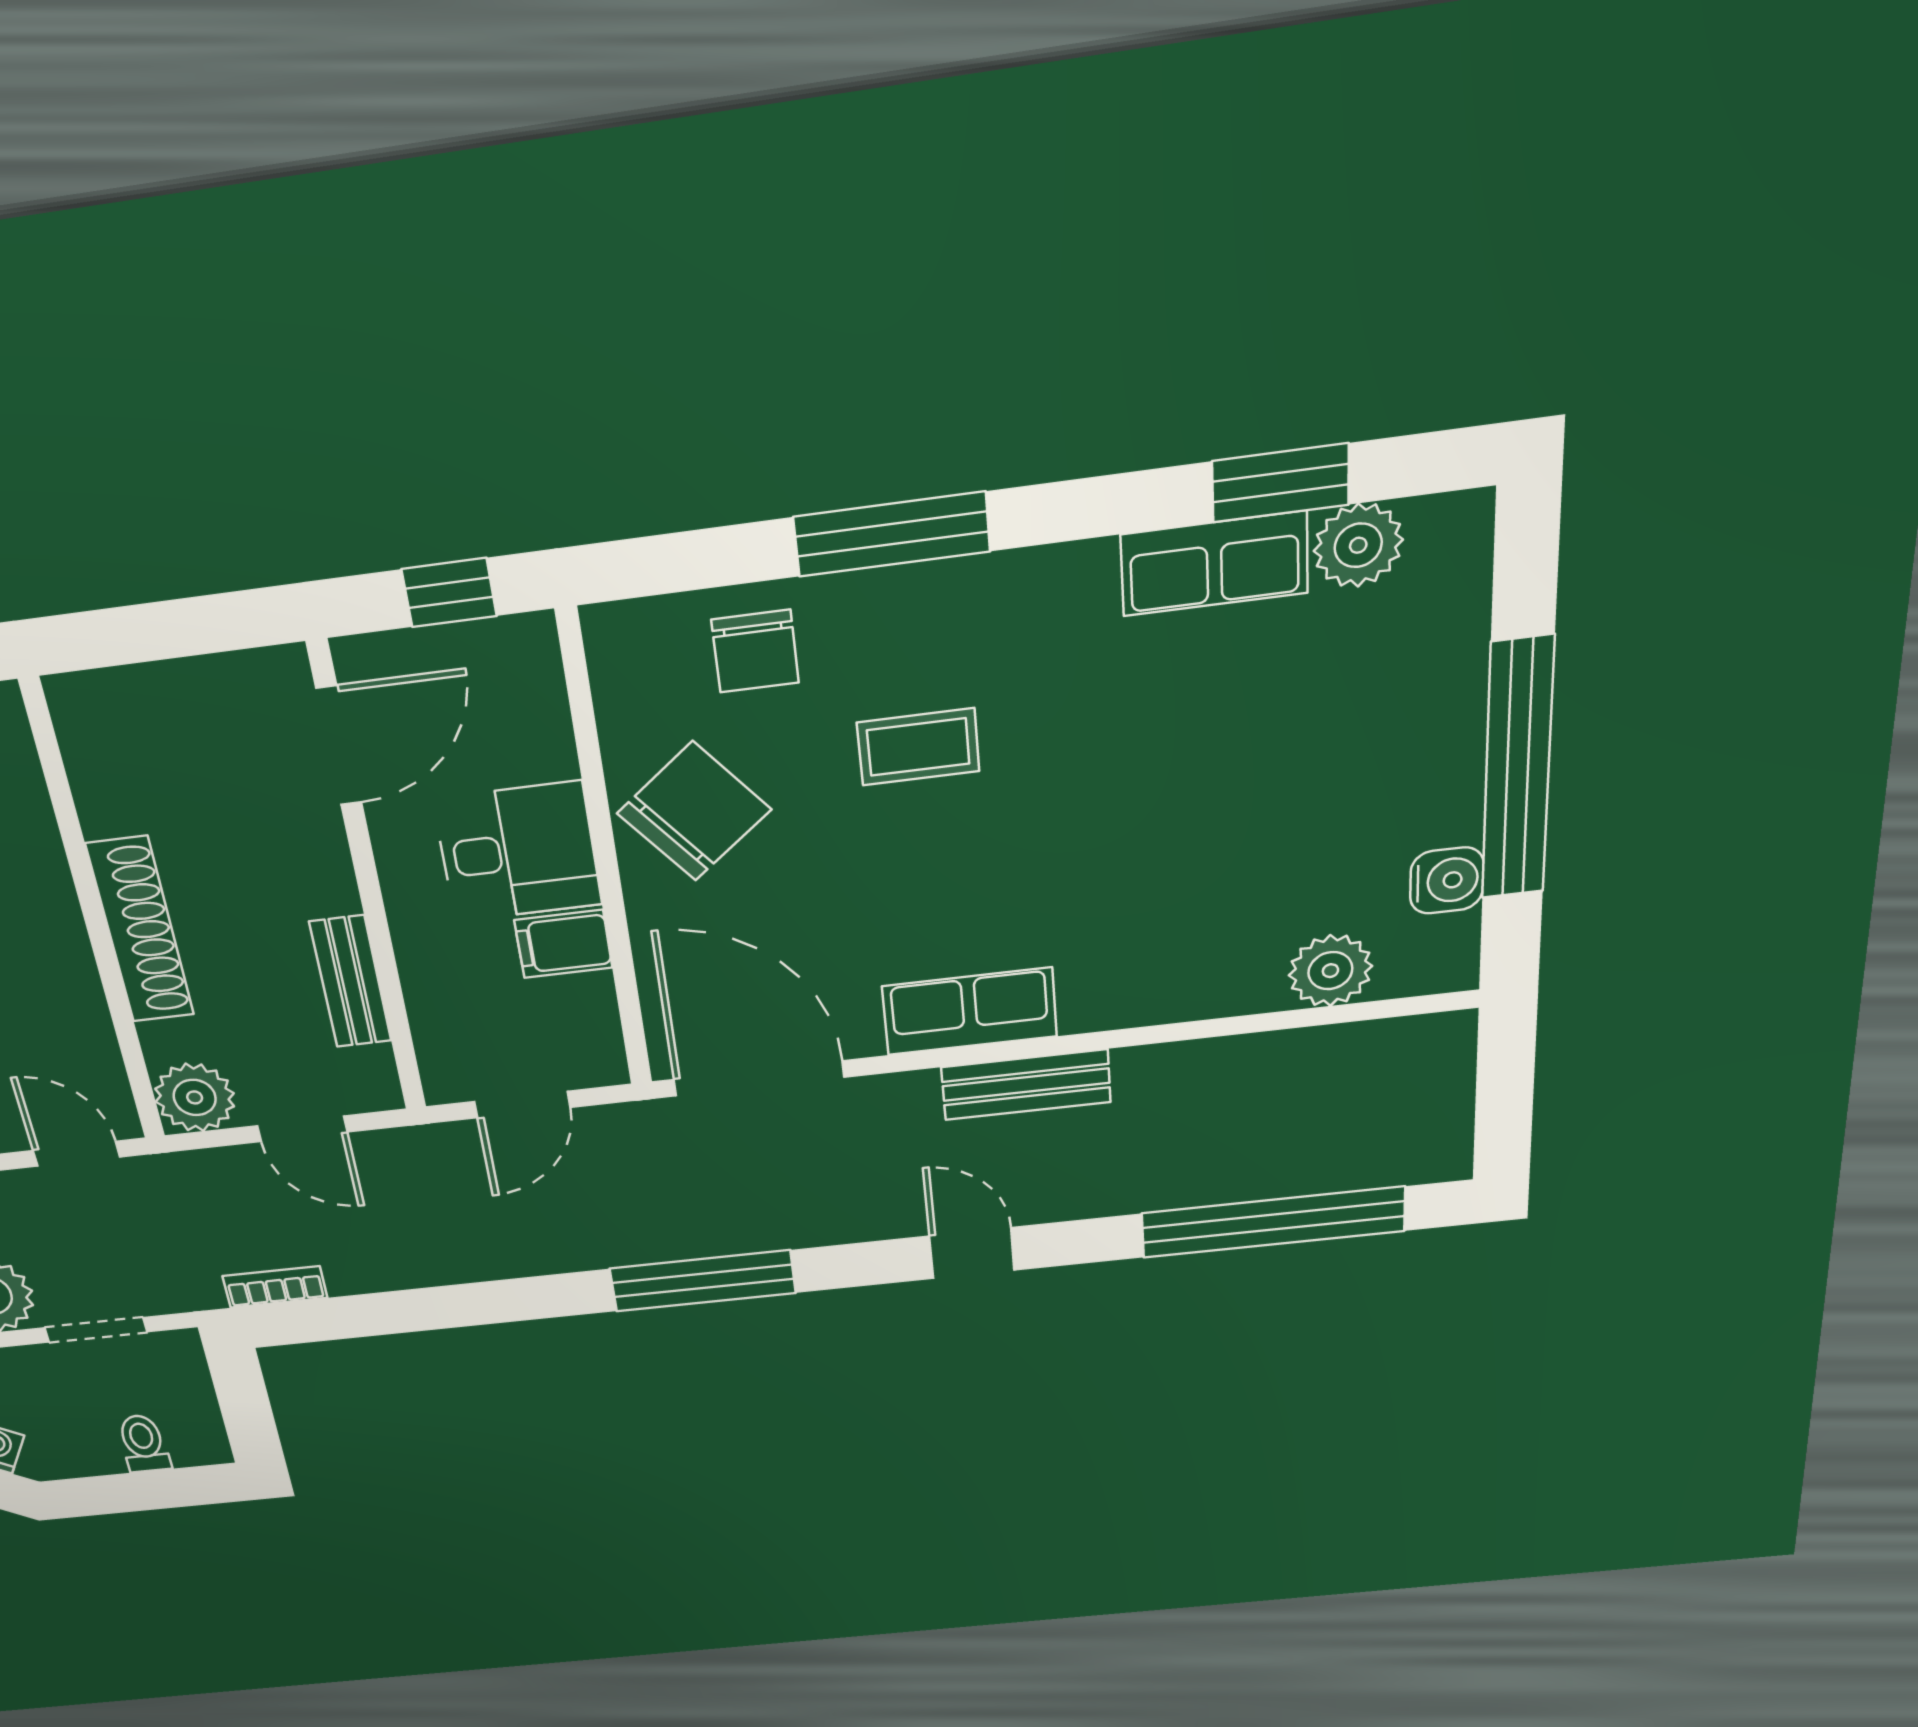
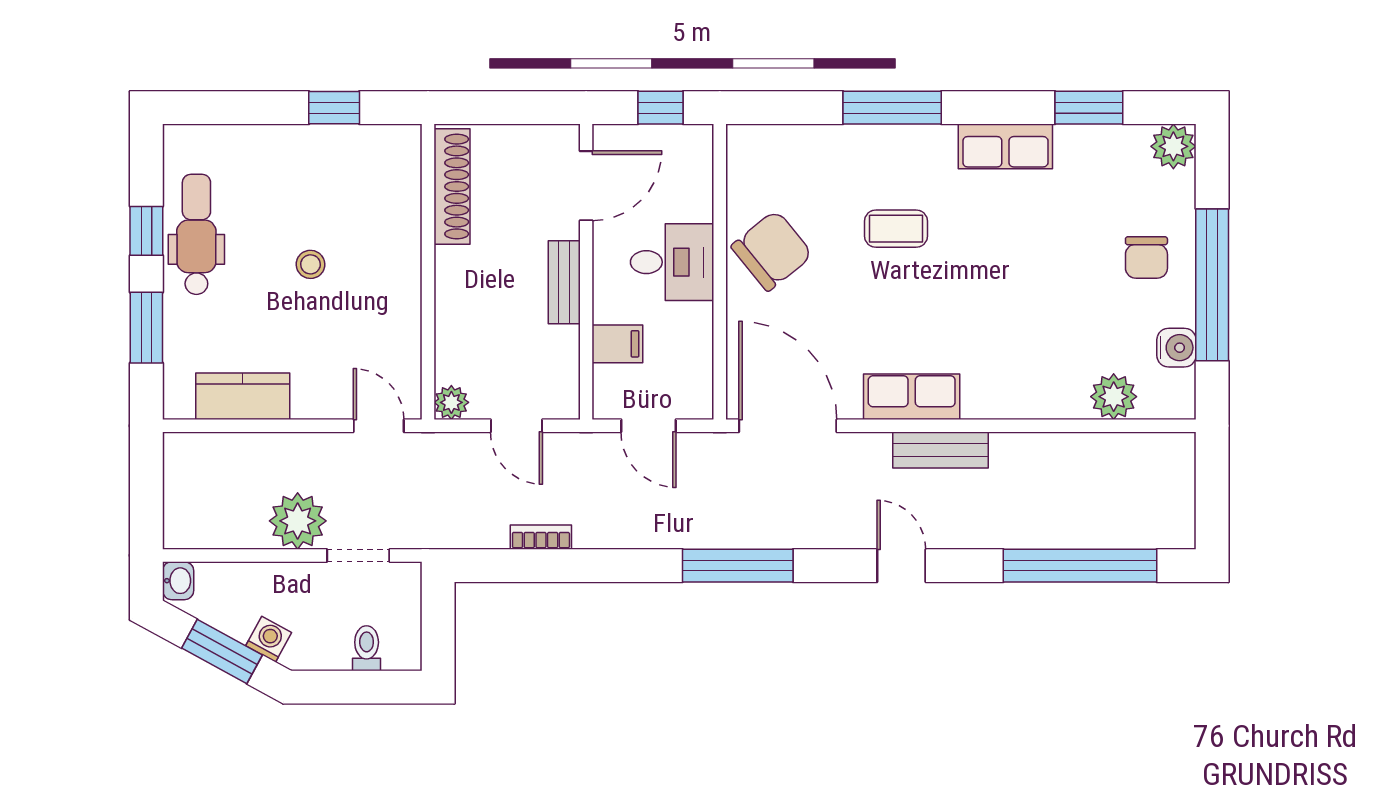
plant: (1358, 545) -> (1173, 146), moved
row of seats: (1214, 564) -> (1005, 146), moved
chair: (755, 651) -> (1146, 257), moved
shoe rack: (140, 930) -> (452, 187), moved
filing cabinet: (563, 944) -> (617, 344), moved, turned 180
bench: (351, 982) -> (564, 282), moved
plant: (195, 1097) -> (451, 402), width x0.73, depth x0.73
door: (522, 1104) -> (648, 426), hinge flipped
bookcase: (275, 1287) -> (541, 537), moved

